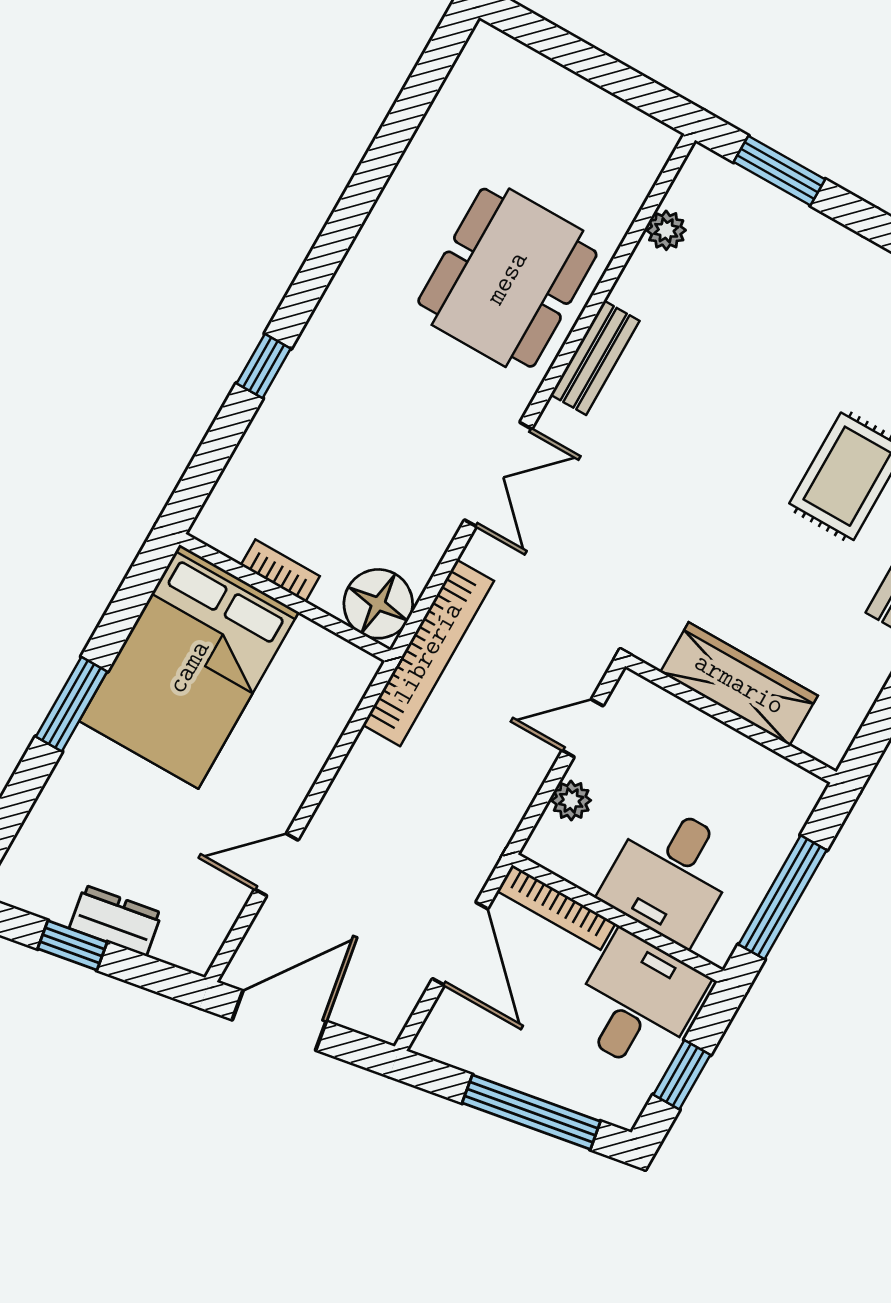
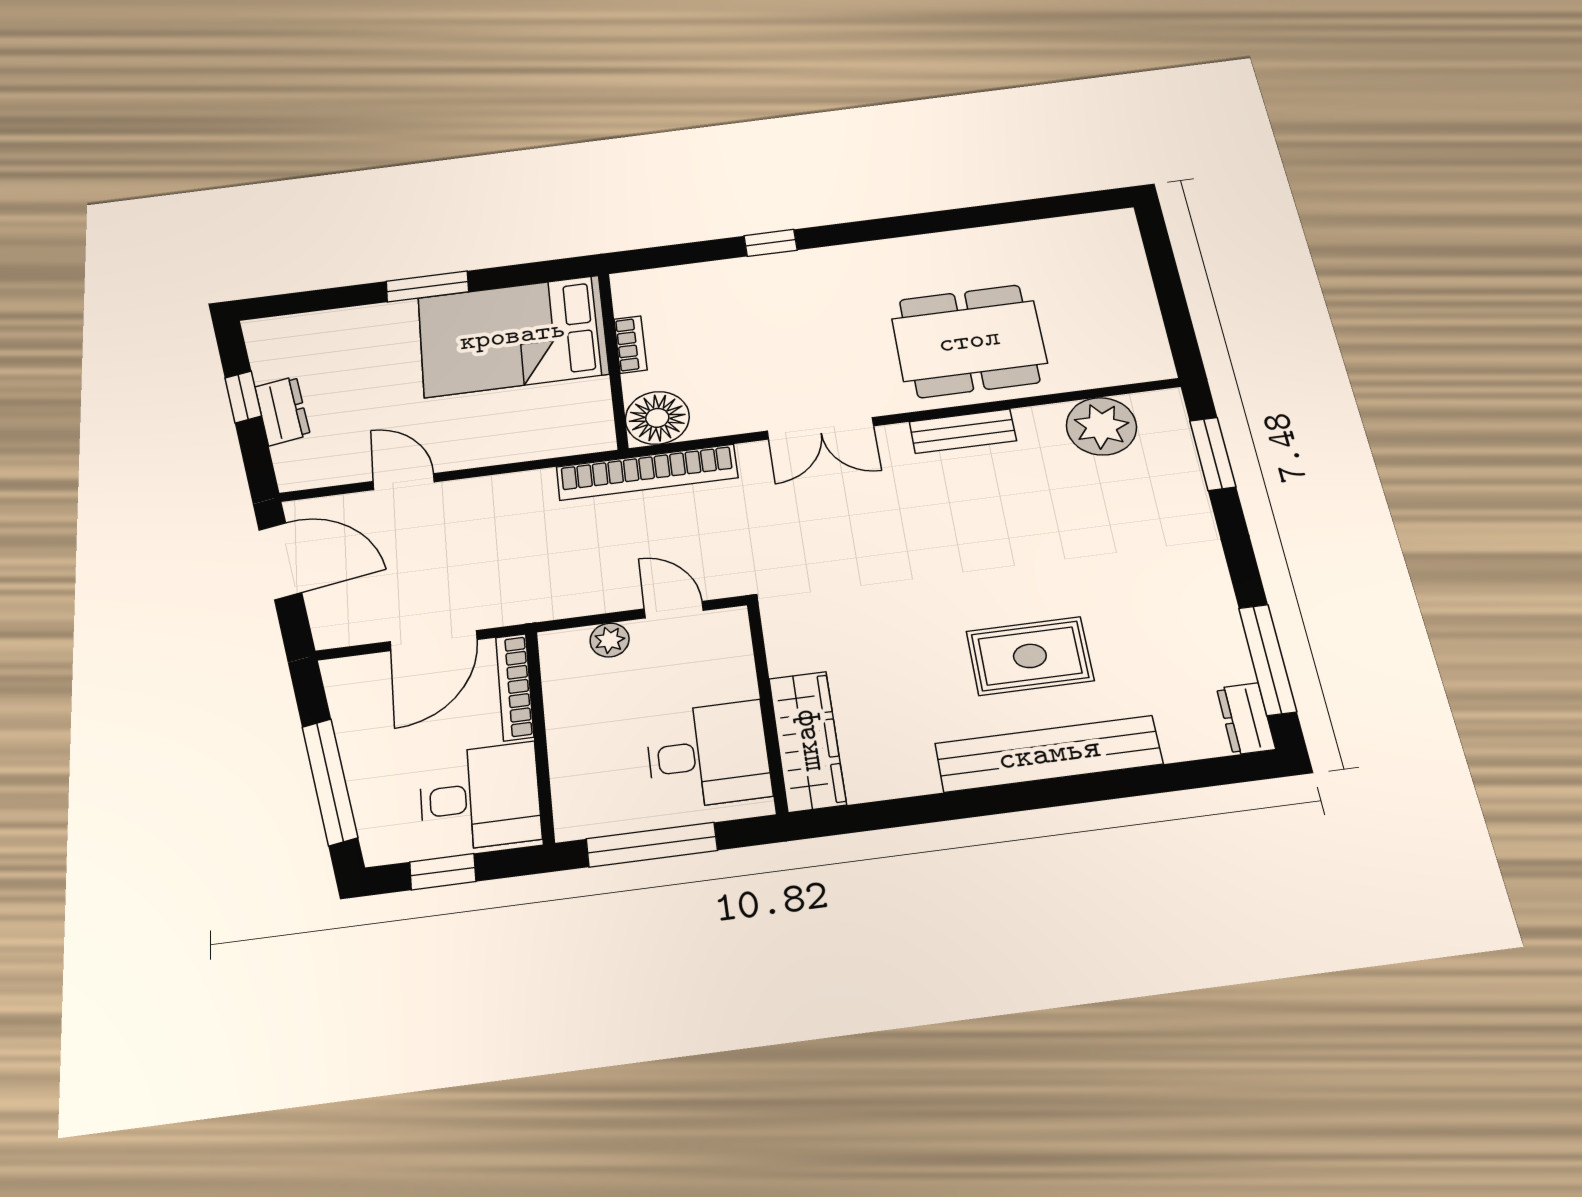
plant: (666, 230) -> (1101, 426), width x1.87, depth x1.87
wardrobe: (739, 684) -> (807, 741), moved
desk: (671, 874) -> (708, 755), moved, turned 180

